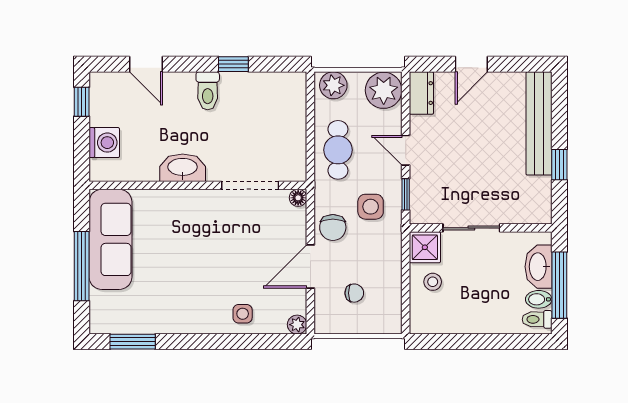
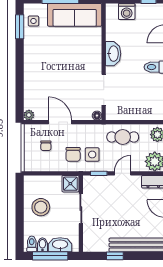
chair: (333, 227) -> (73, 154), moved, turned -90
stool: (433, 282) -> (41, 207), moved, width x1.89, depth x1.89
side table: (243, 314) -> (33, 21), moved

